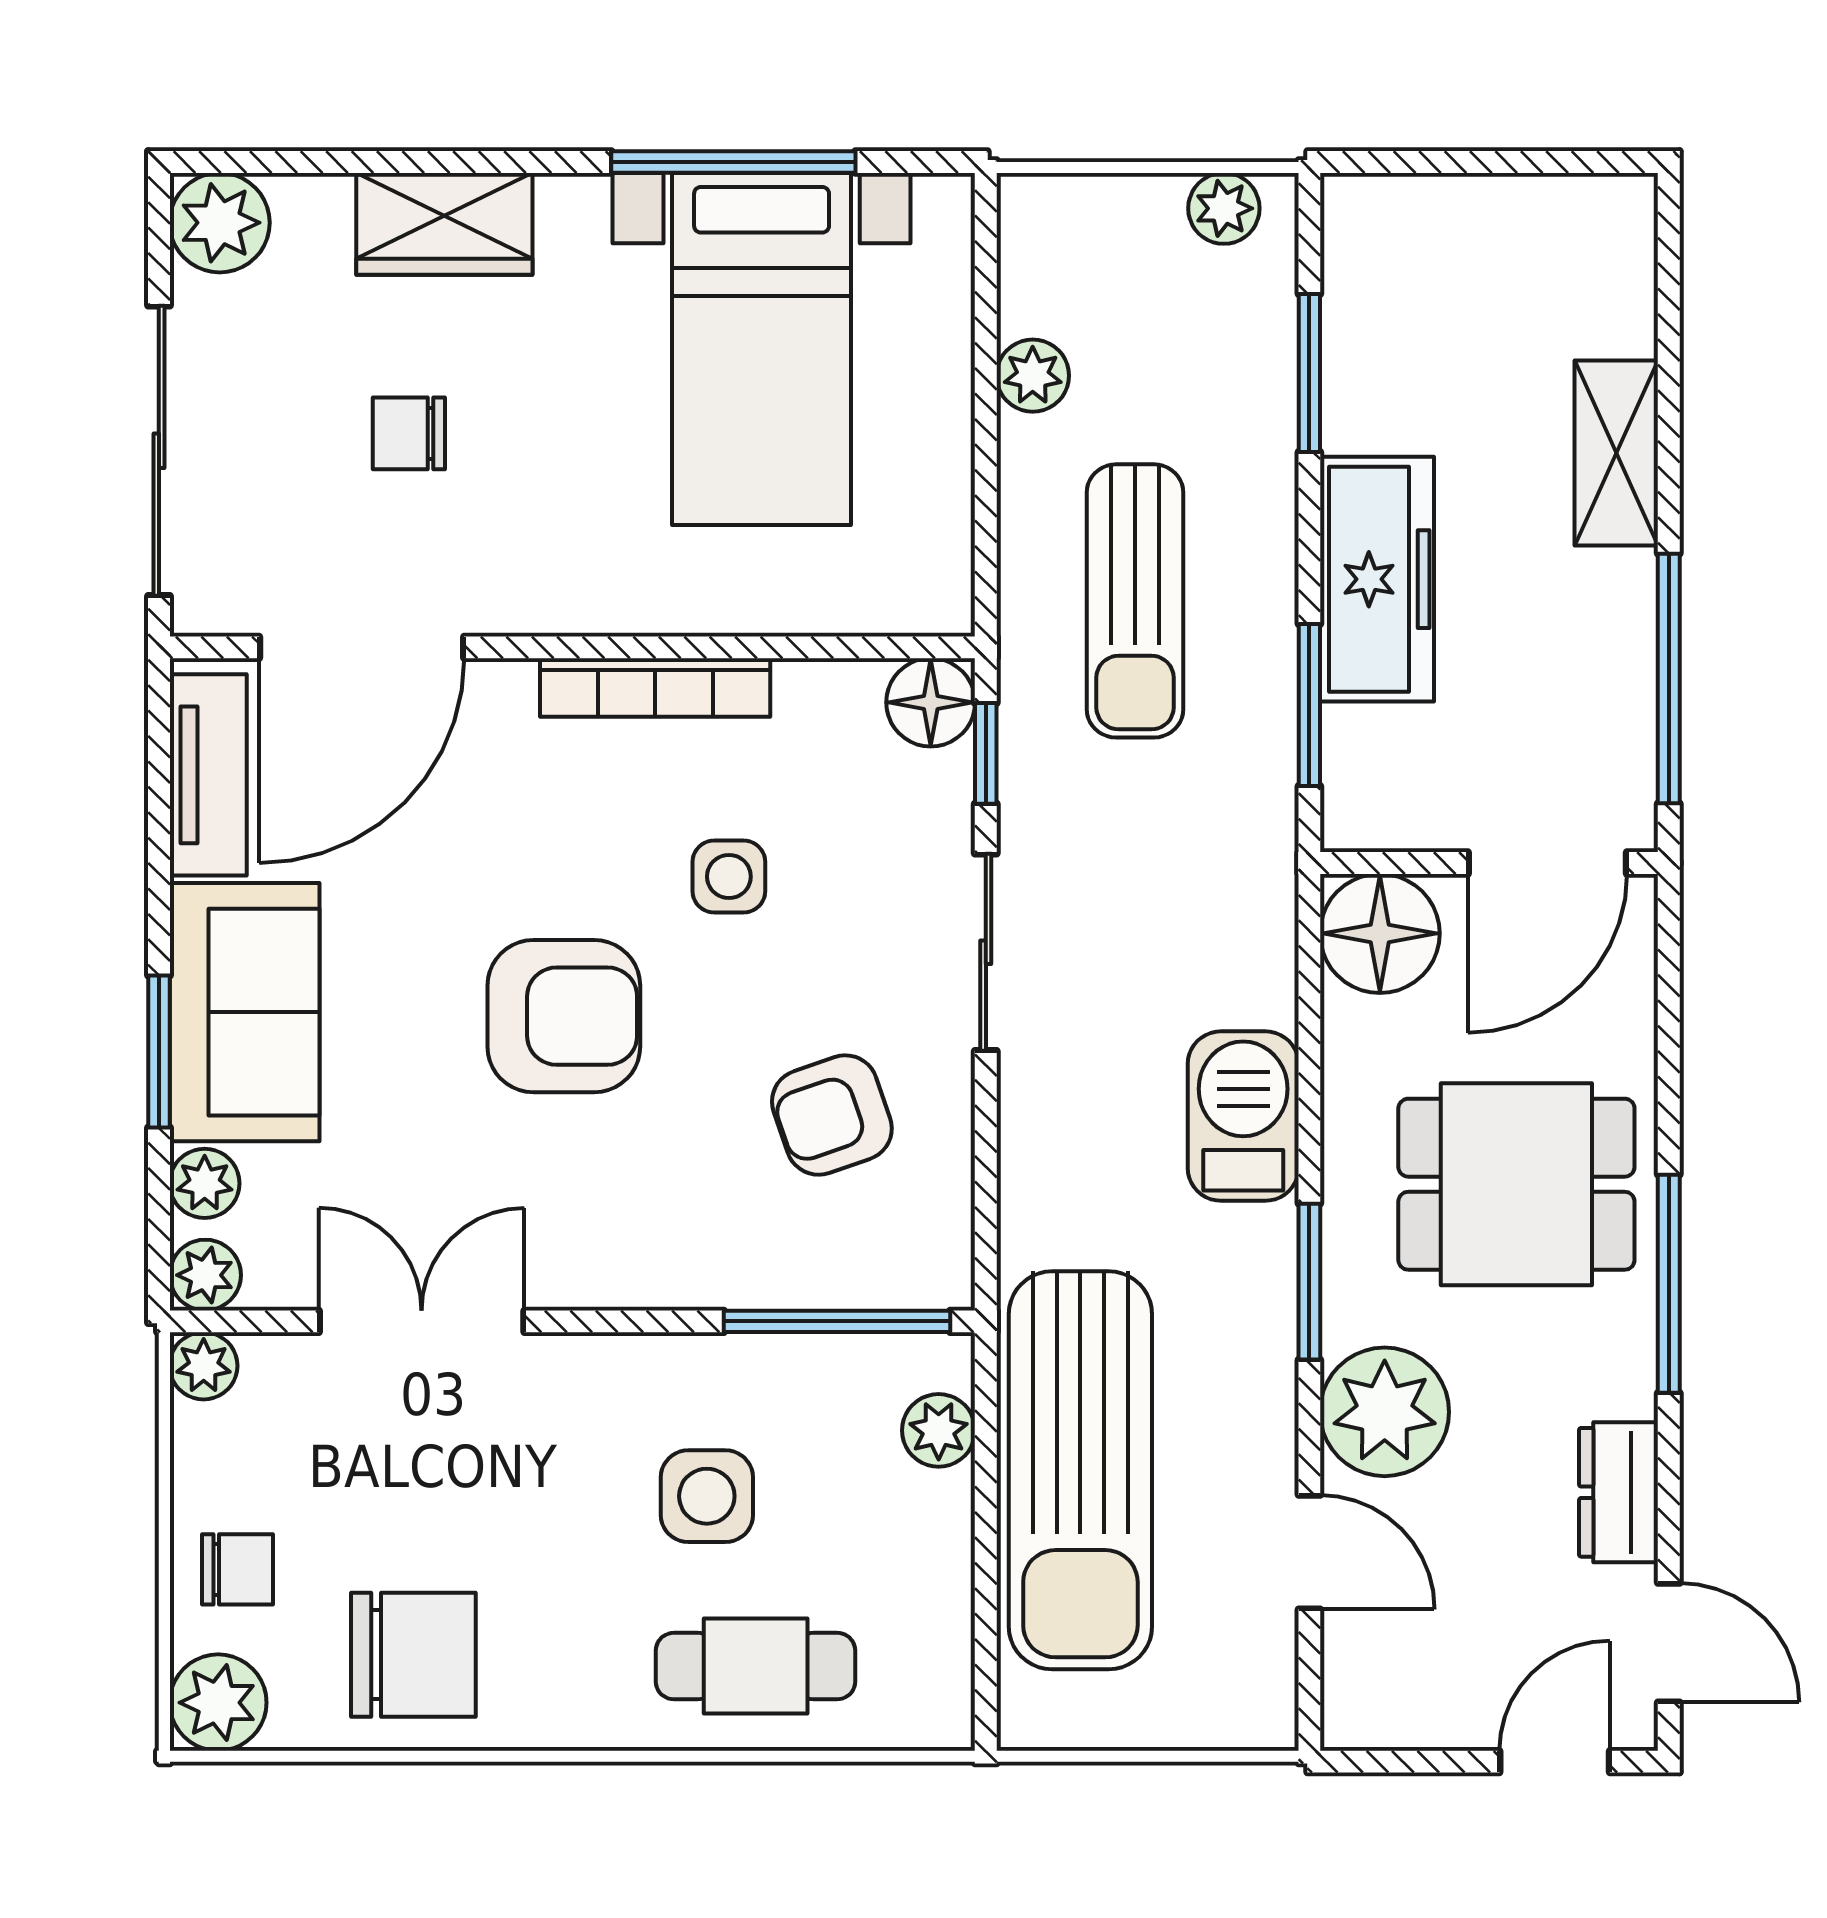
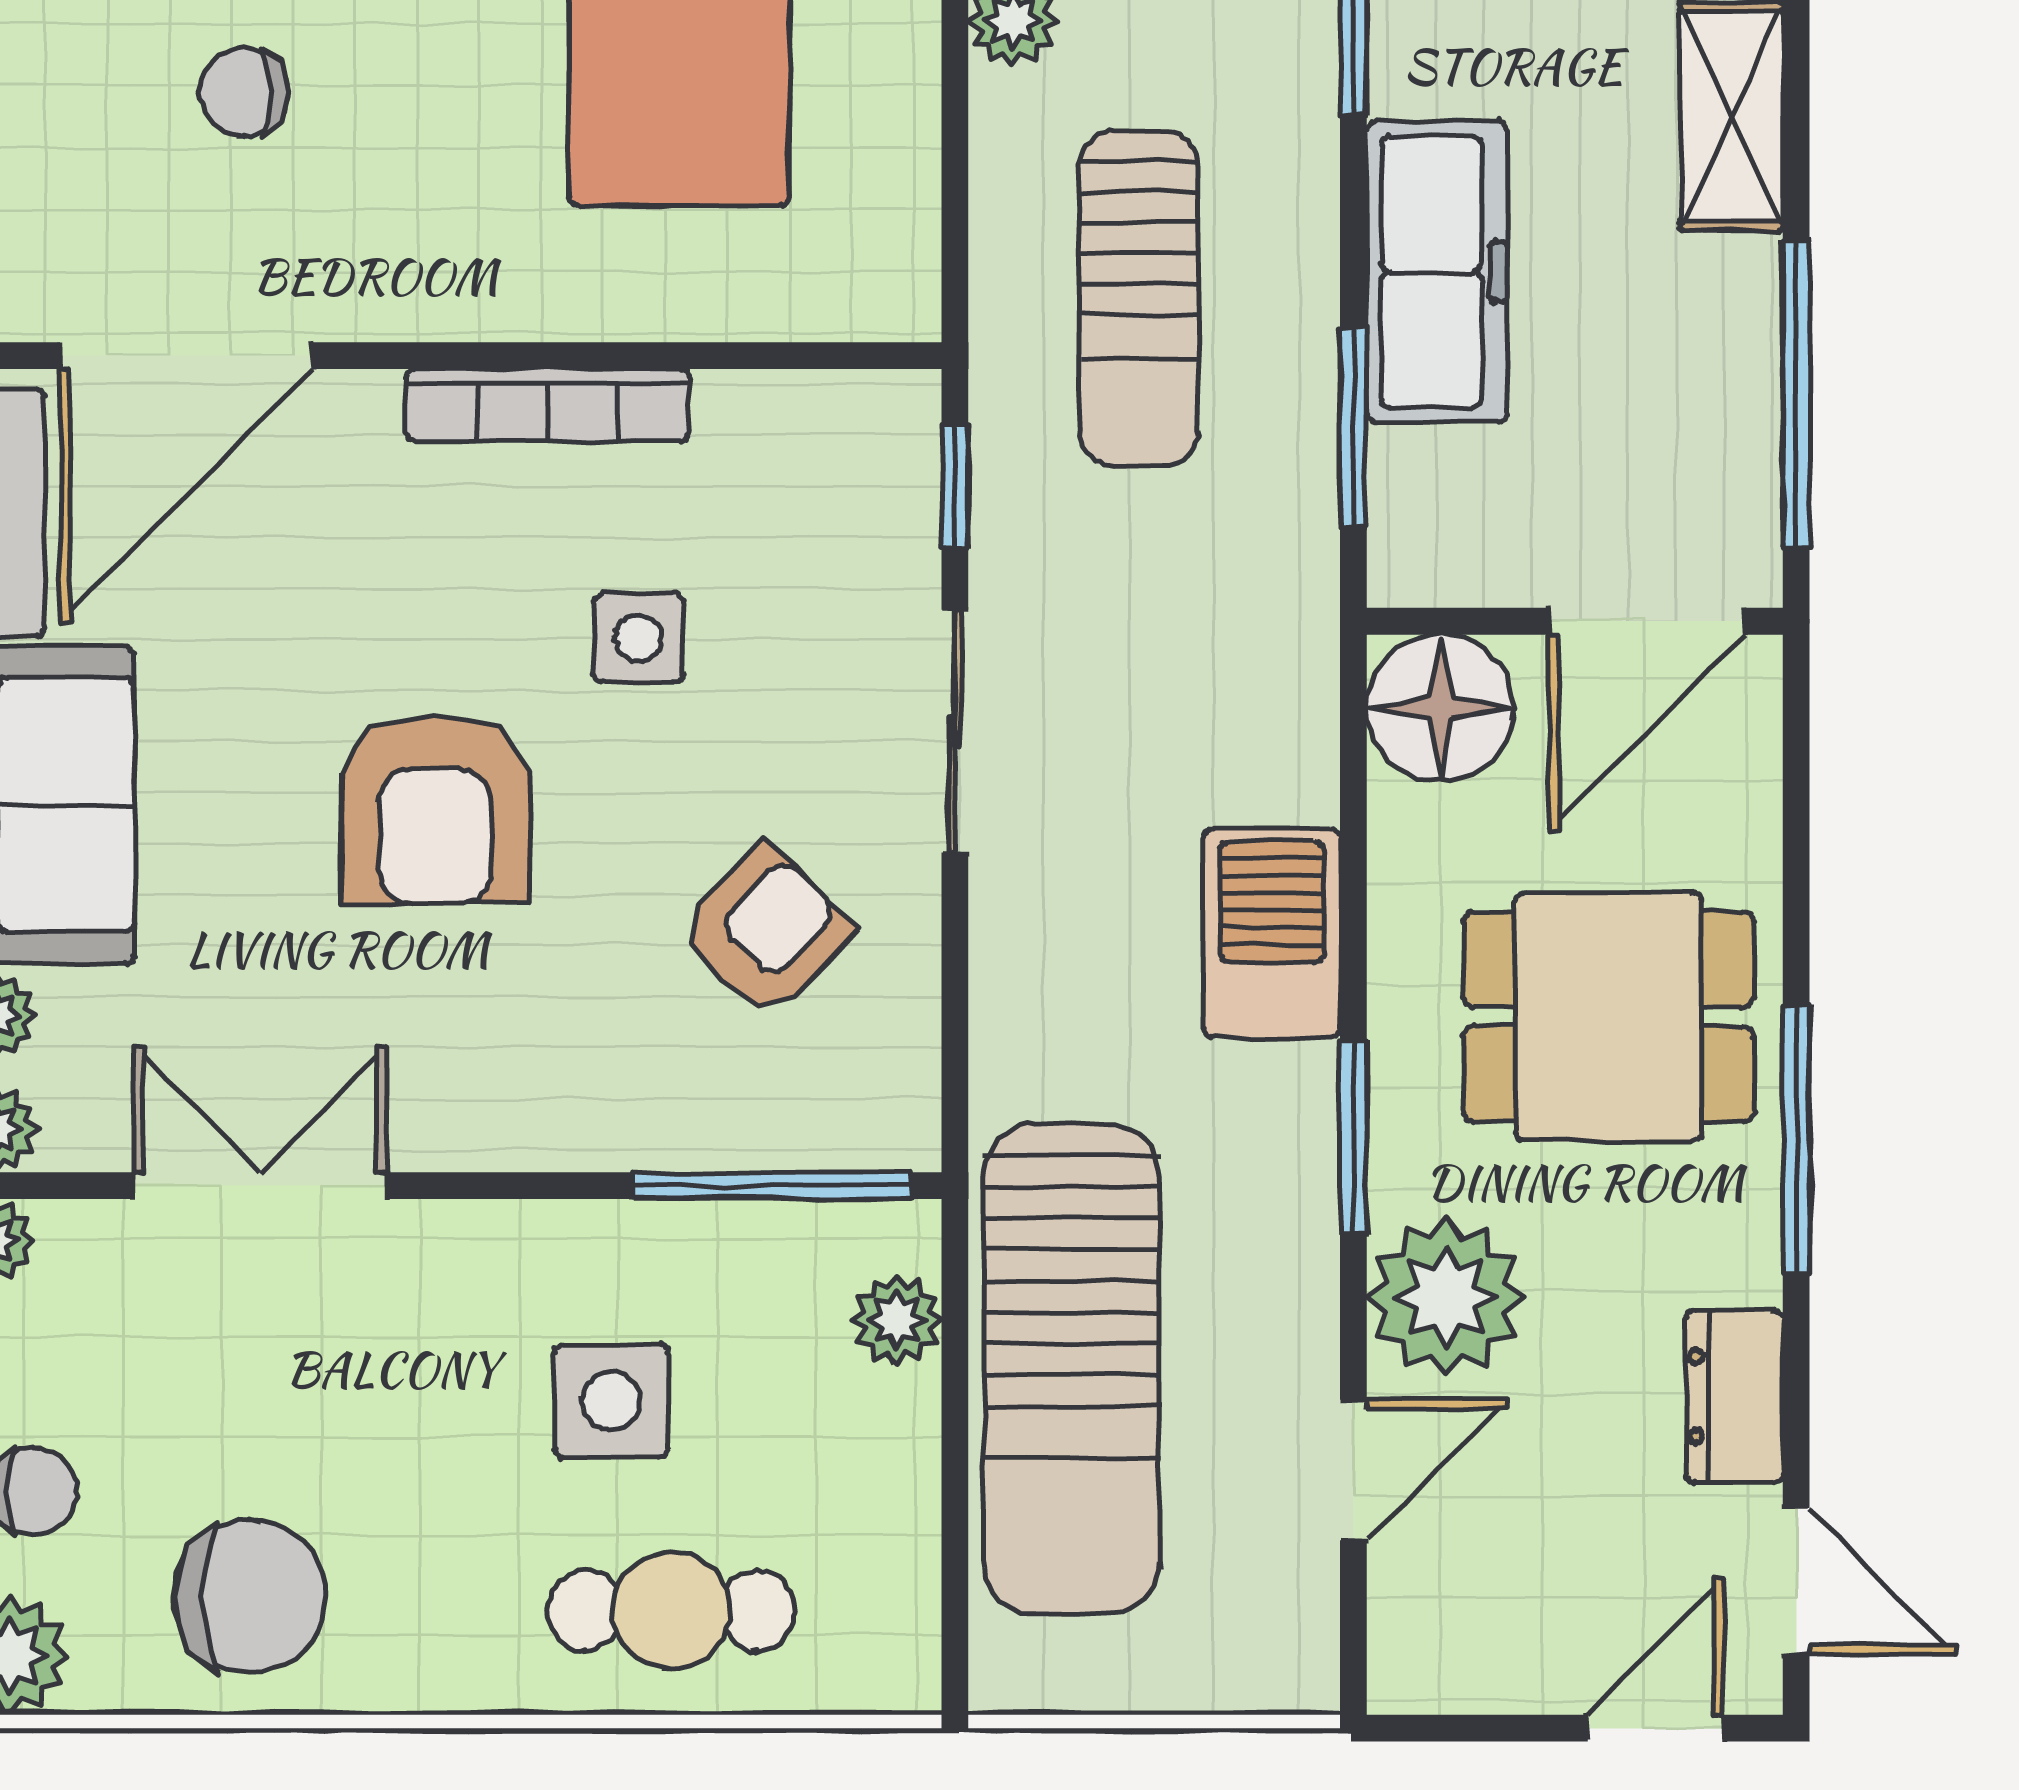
floor lamp: (931, 702) -> (887, 423), removed
armchair: (564, 1016) -> (435, 810), turned 90
armchair: (832, 1115) -> (765, 932), turned 152
door: (1309, 1552) -> (1353, 1470), hinge flipped

